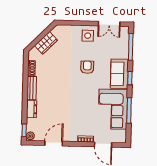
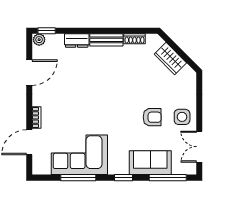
armchair: (87, 67) -> (152, 117), moved
sofa: (119, 74) -> (150, 163), moved
door: (54, 143) -> (29, 73), hinge flipped

